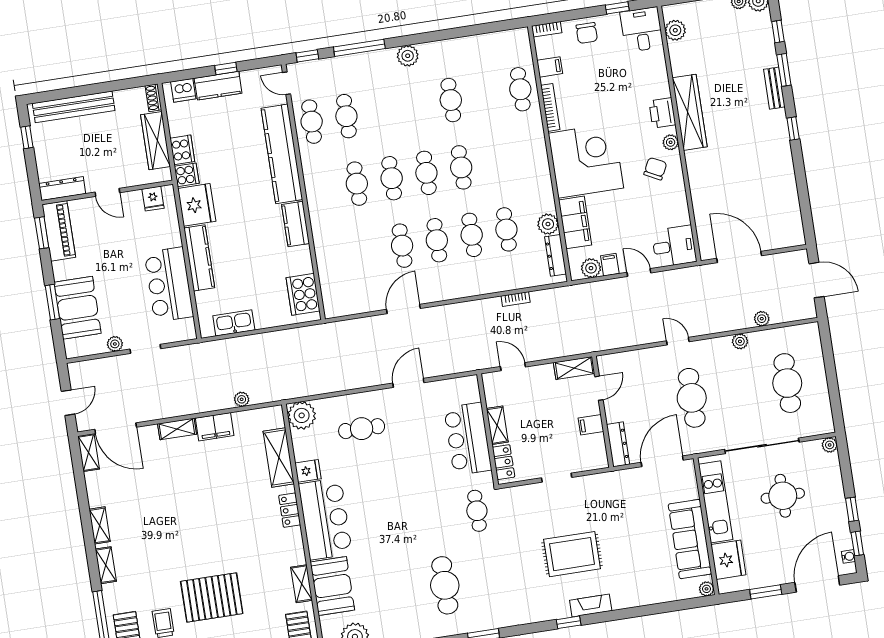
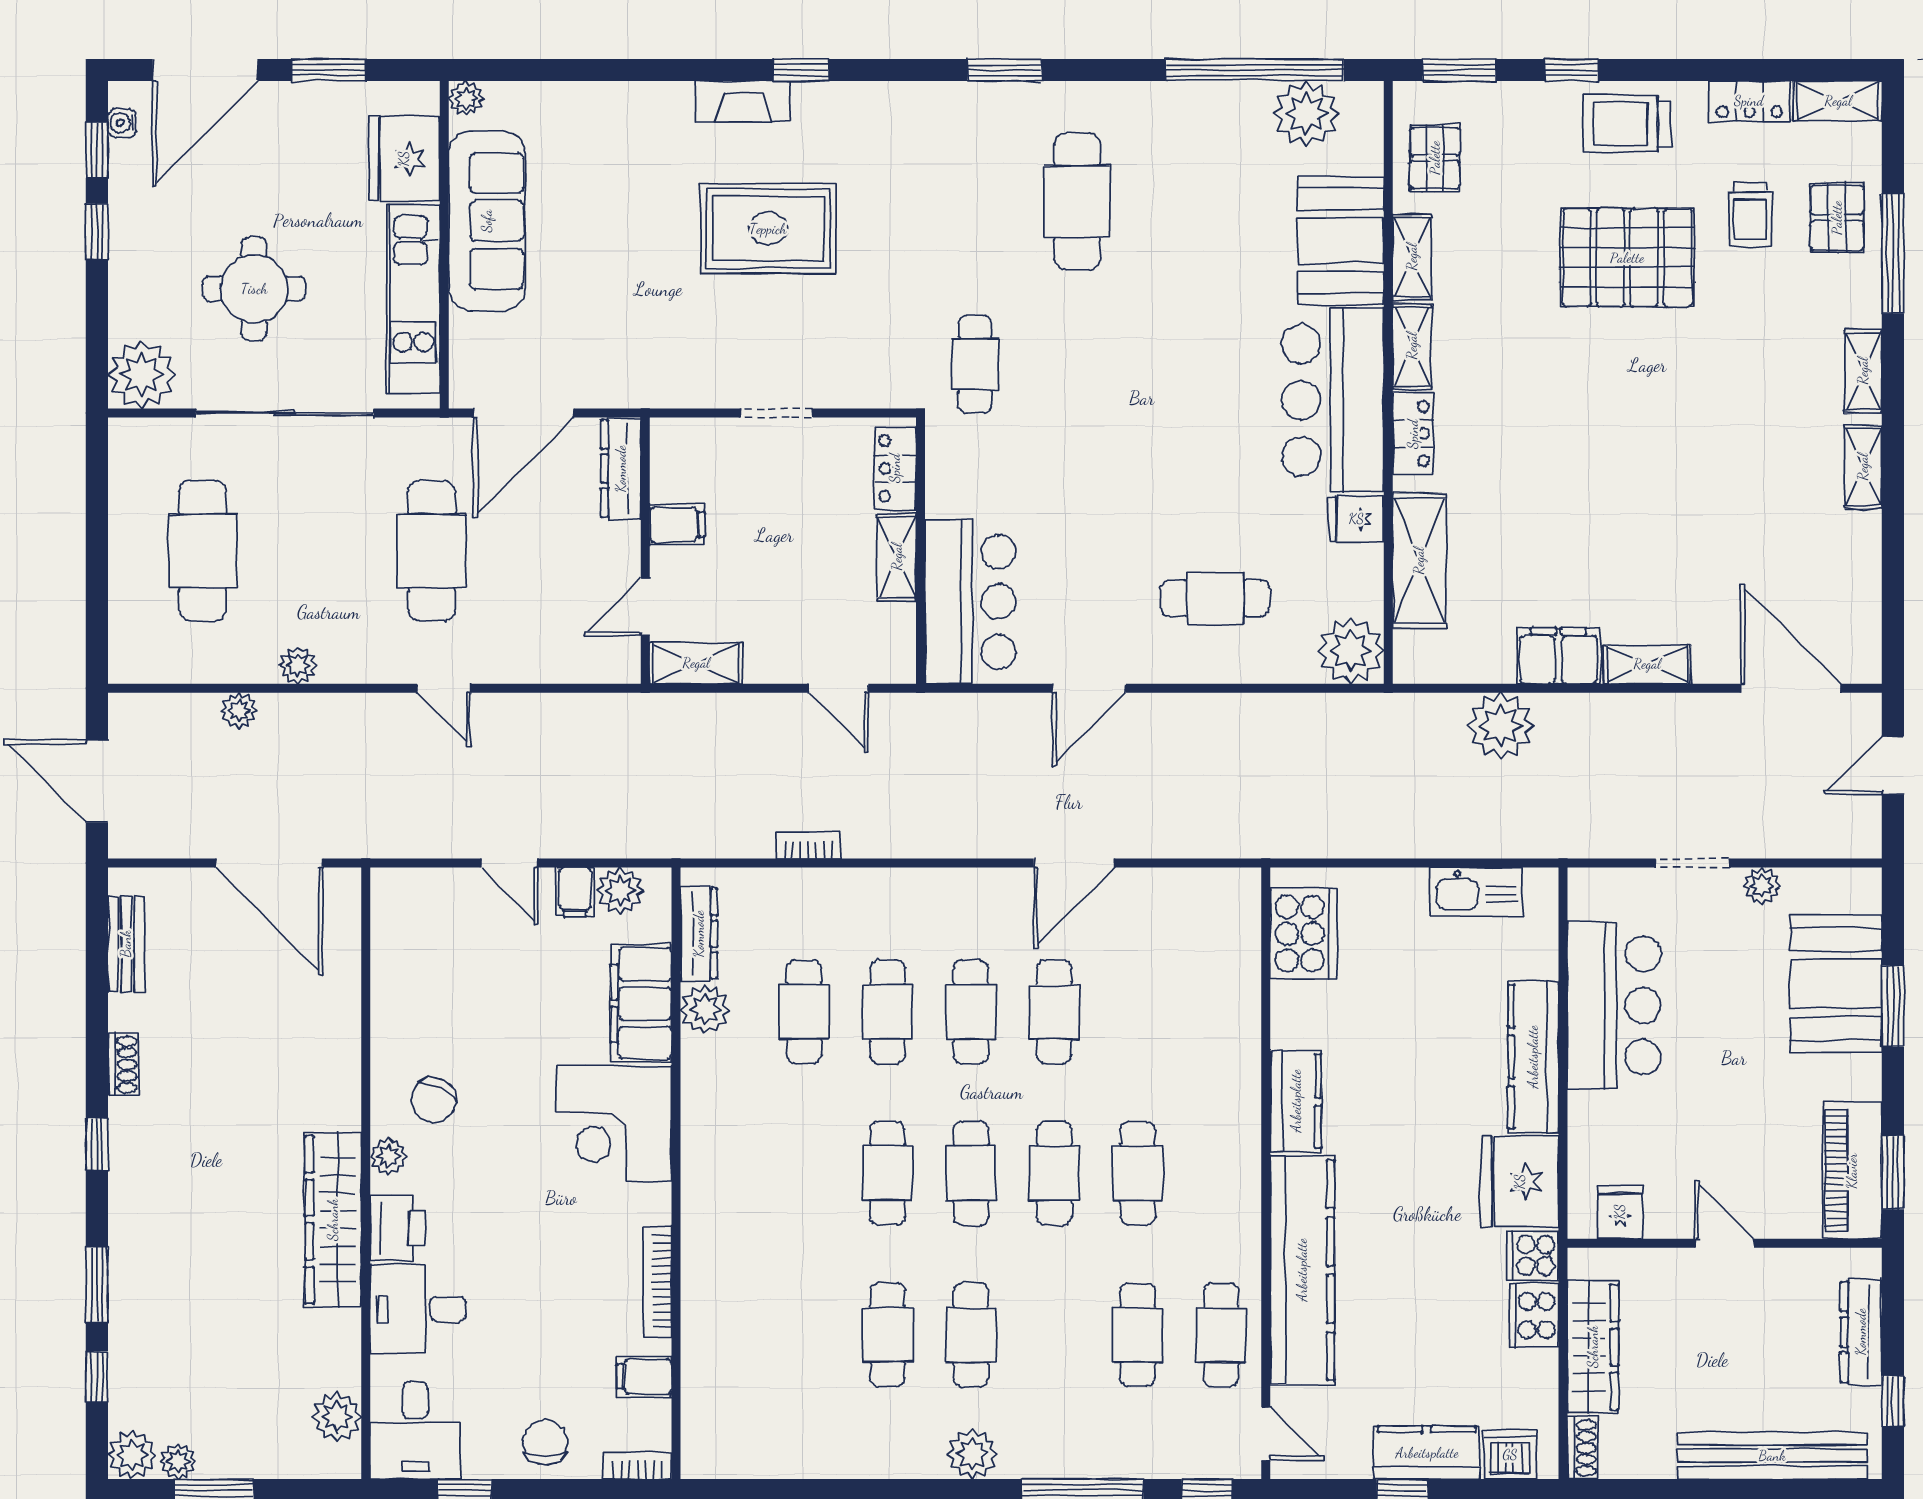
bench: (774, 88) -> (126, 944), moved
cafe table: (520, 89) -> (971, 1335), moved
corner desk: (586, 161) -> (614, 1123), width x0.74, depth x0.74
shoe rack: (787, 163) -> (123, 1065), added
dresser: (62, 189) -> (1861, 1332), moved, turned 90
desk: (674, 246) -> (418, 1309), moved
plant: (242, 399) -> (1501, 726), width x1.88, depth x1.88
bar counter: (468, 439) -> (970, 602), moved
plant: (830, 445) -> (142, 375), width x1.87, depth x1.87
shelving: (89, 453) -> (1412, 346), moved

